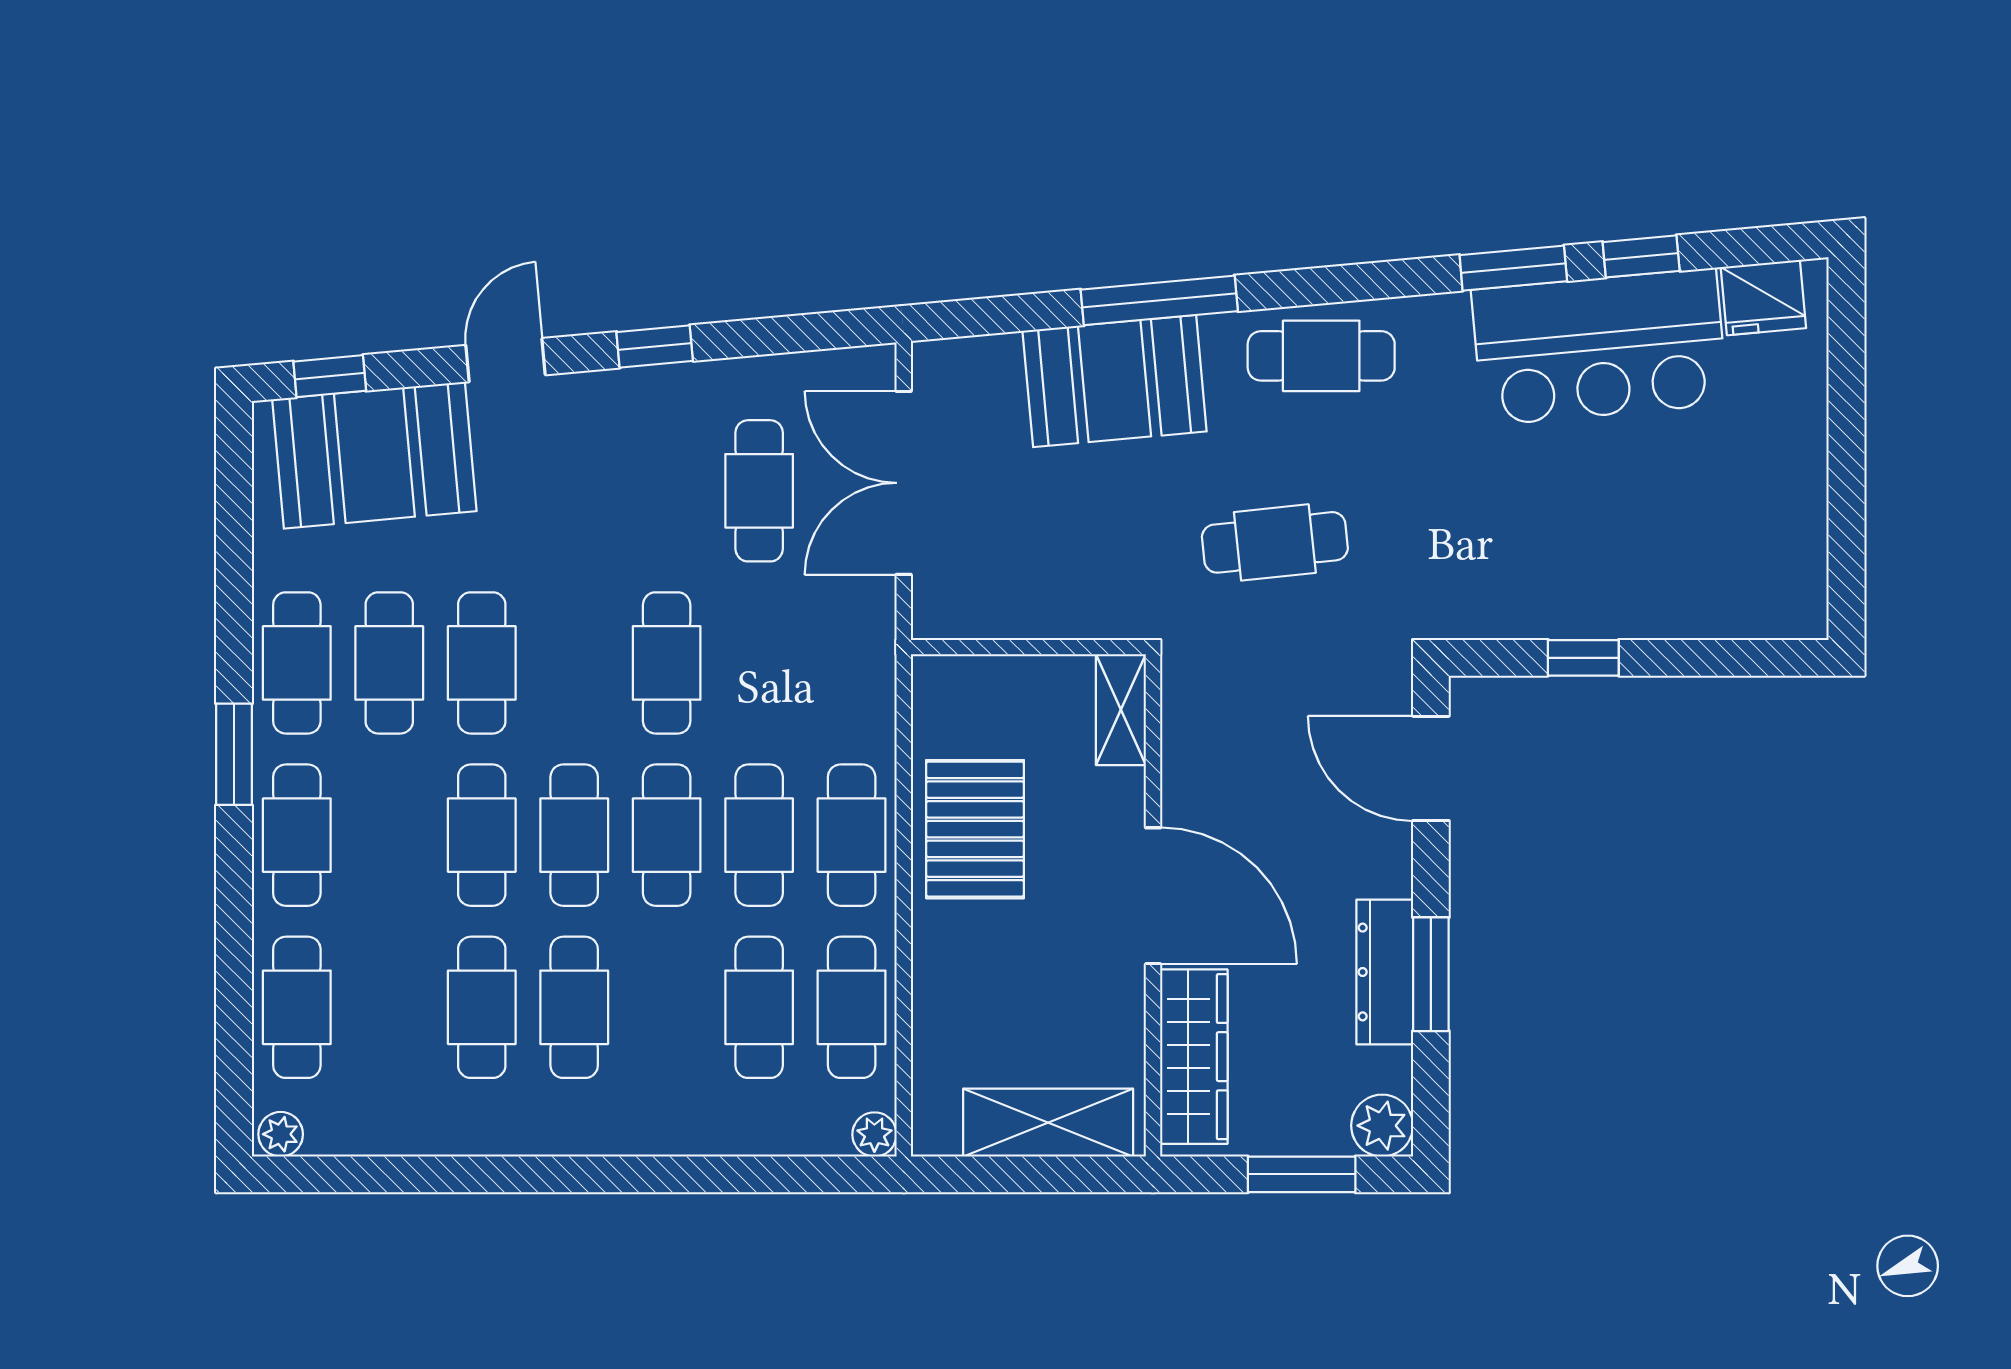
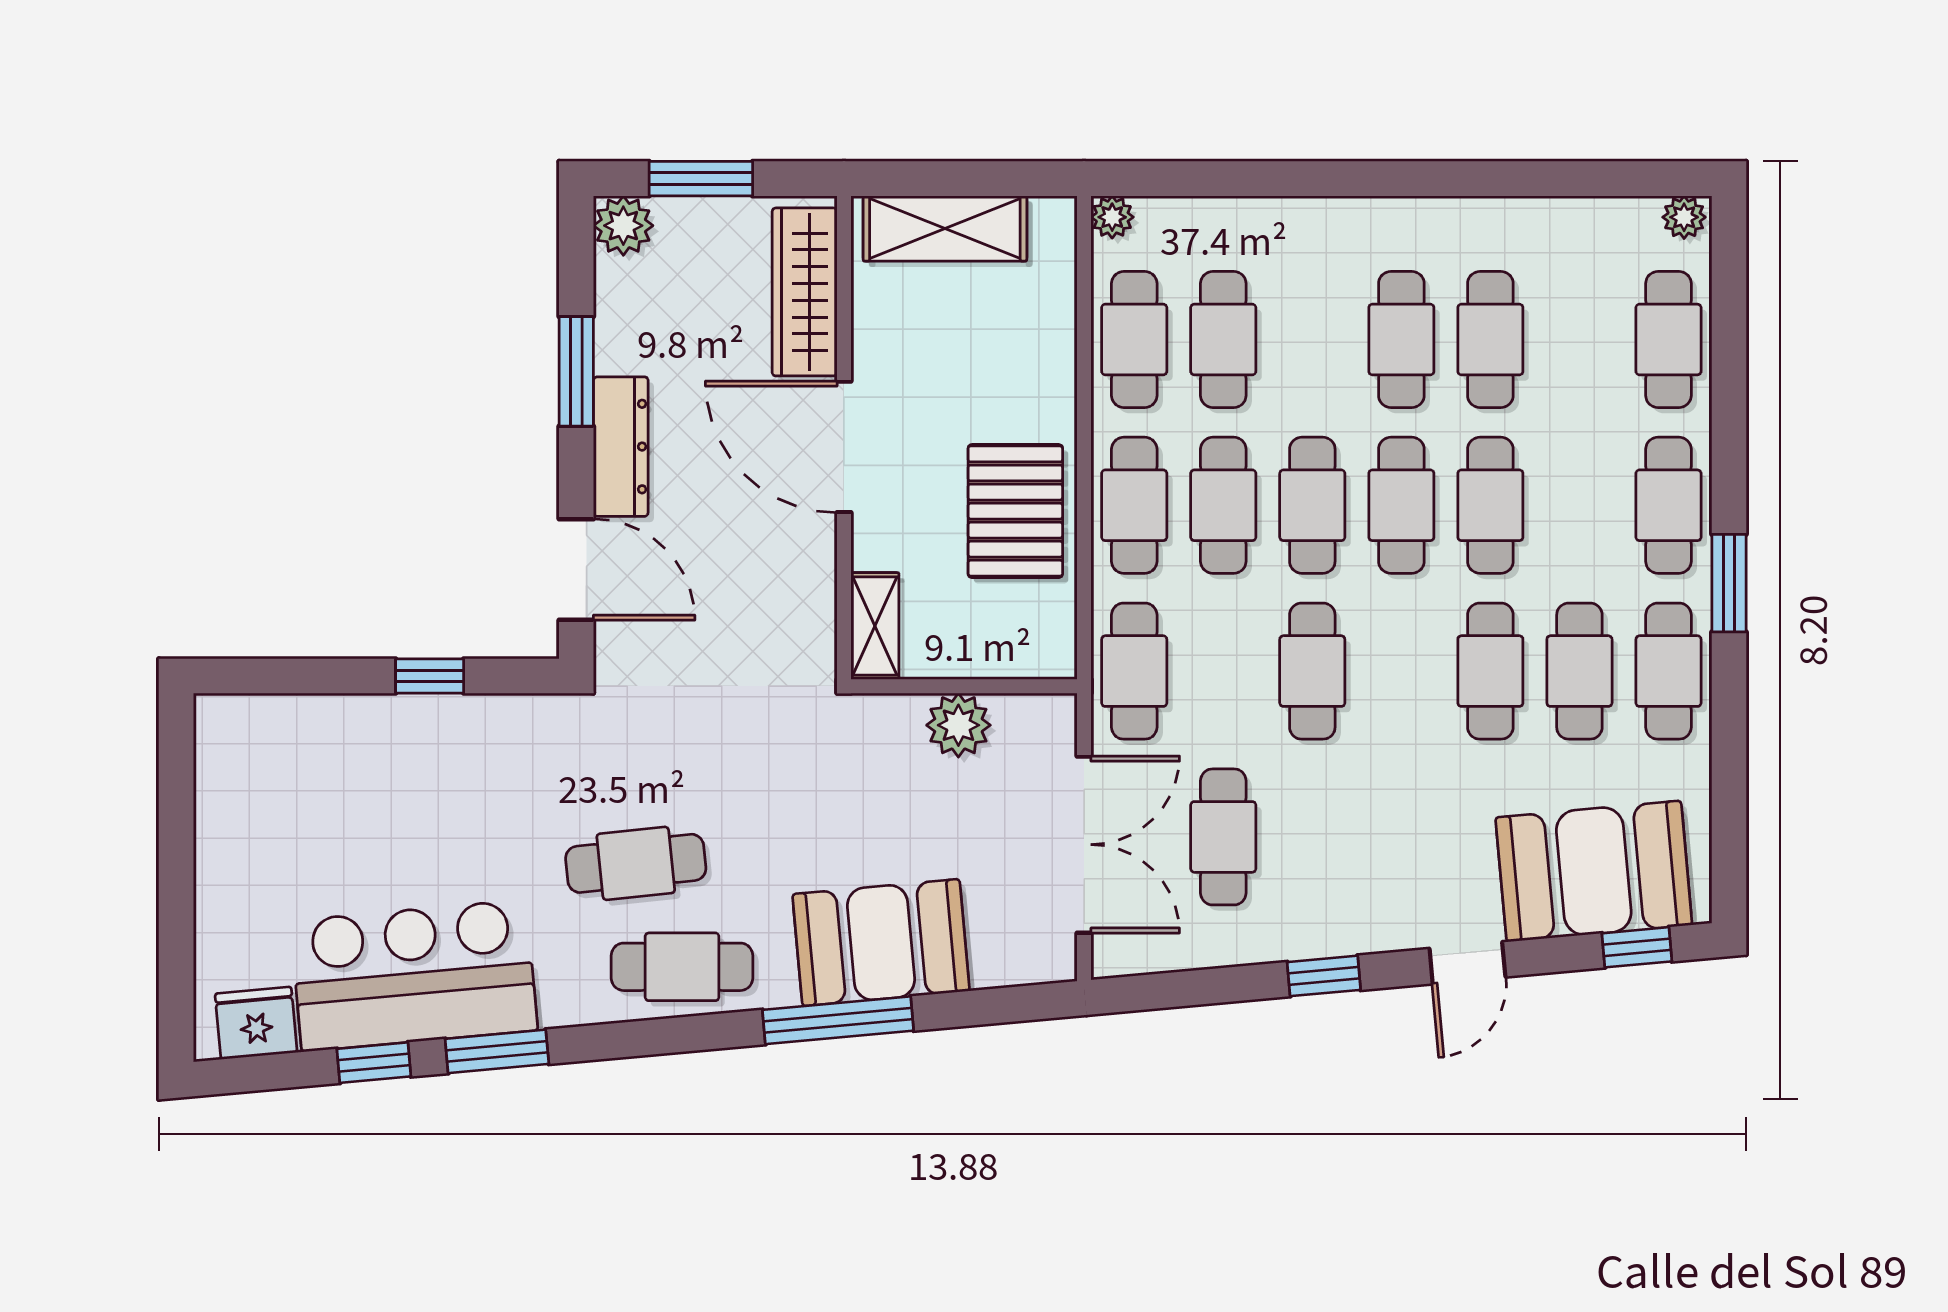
cafe table: (1275, 542) -> (636, 863), moved
plant: (1034, 607) -> (958, 725), added
cafe table: (852, 663) -> (1134, 671), added
dresser: (1385, 972) -> (621, 447), moved

